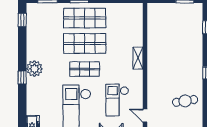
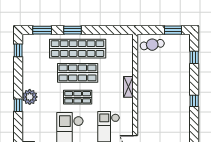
shop shelf: (85, 18) -> (78, 49), width x1.40
cafe table: (185, 101) -> (152, 45), moved

